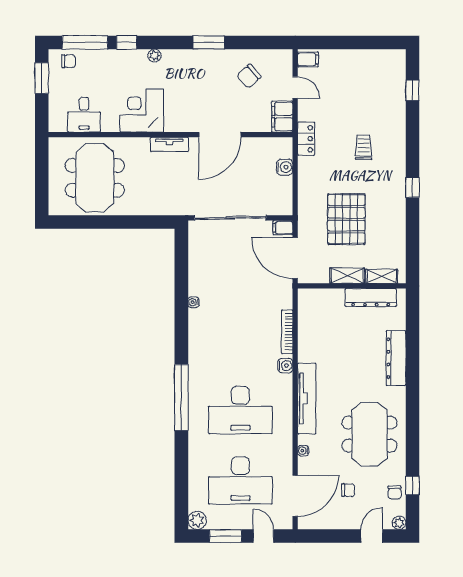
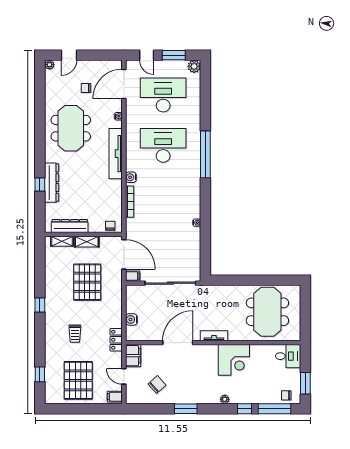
pallet: (359, 82) -> (78, 380), added
desk: (84, 115) -> (288, 356), moved, turned 90
window: (412, 486) -> (40, 184), moved
chair: (395, 492) -> (110, 226), moved

